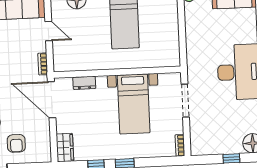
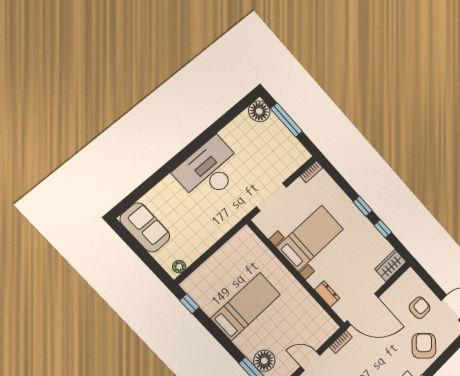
door: (49, 31) -> (310, 361), hinge flipped
door: (52, 100) -> (363, 309), hinge flipped
window: (231, 158) -> (286, 120), width x2.17

